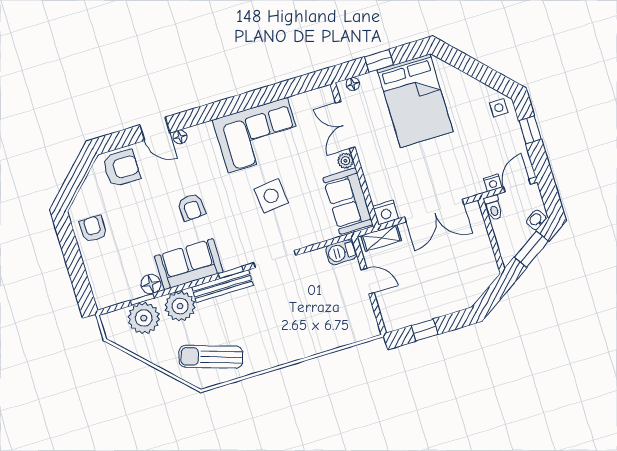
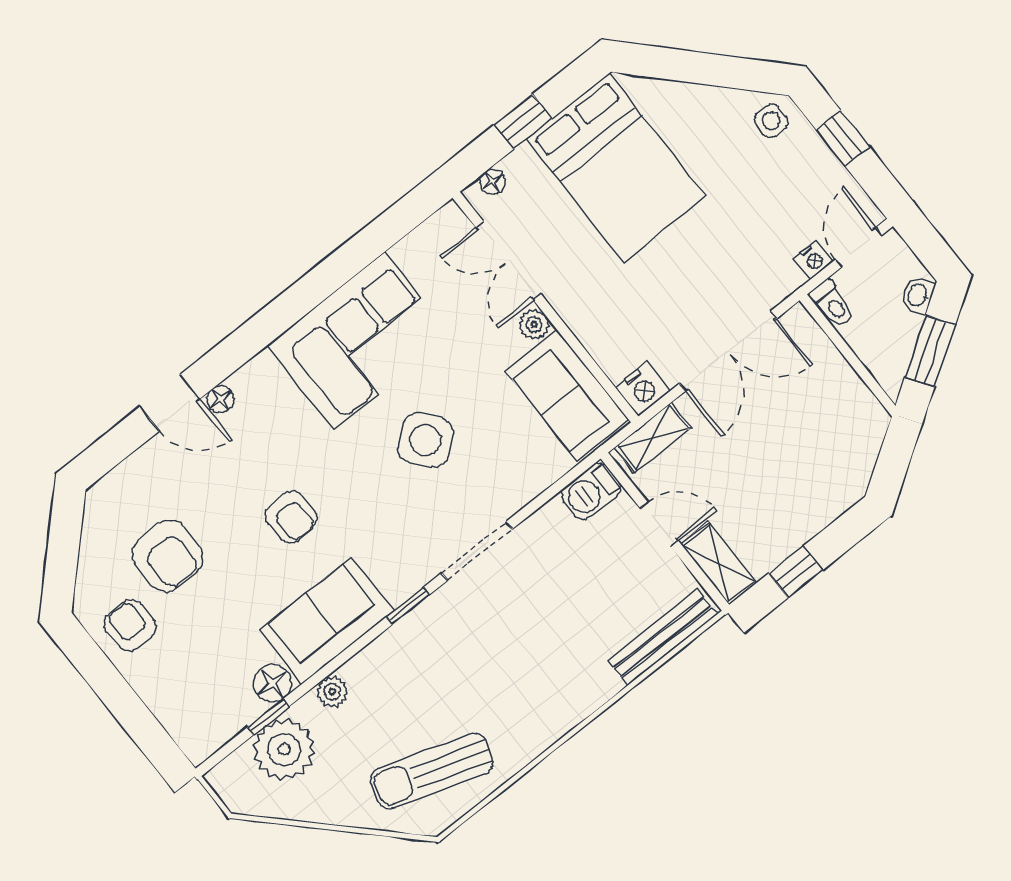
armchair: (121, 168) -> (168, 556), moved, turned 90
side table: (271, 196) -> (426, 440), turned -33
bench: (223, 286) -> (663, 637), moved
plant: (180, 306) -> (332, 692), width x0.53, depth x0.53
shelving: (389, 311) -> (719, 563), added

